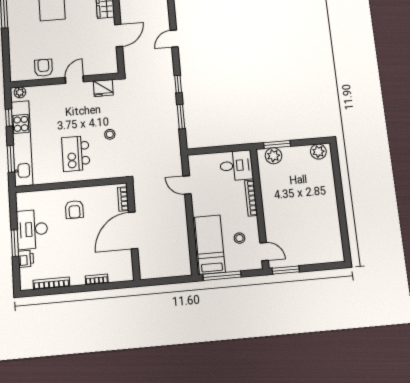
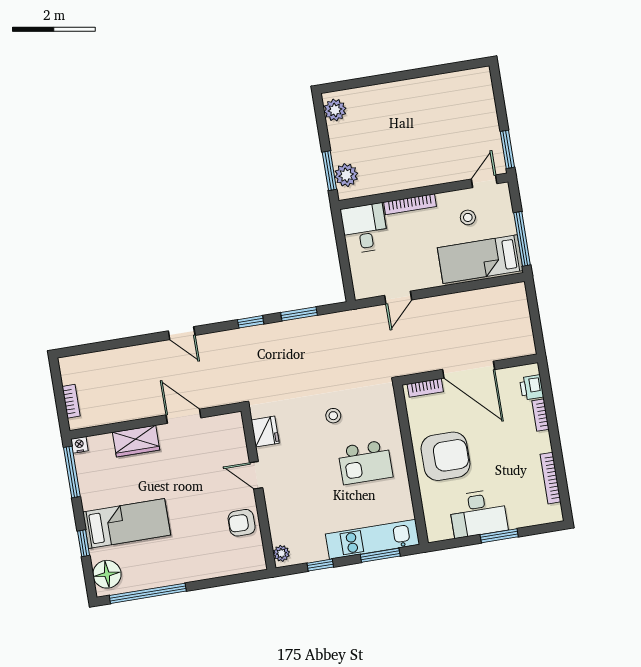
kitchen unit: (22, 143) -> (373, 539), width x0.73
armchair: (74, 209) -> (446, 456), width x1.88, depth x1.88
printer: (26, 259) -> (532, 387), moved, turned -90

